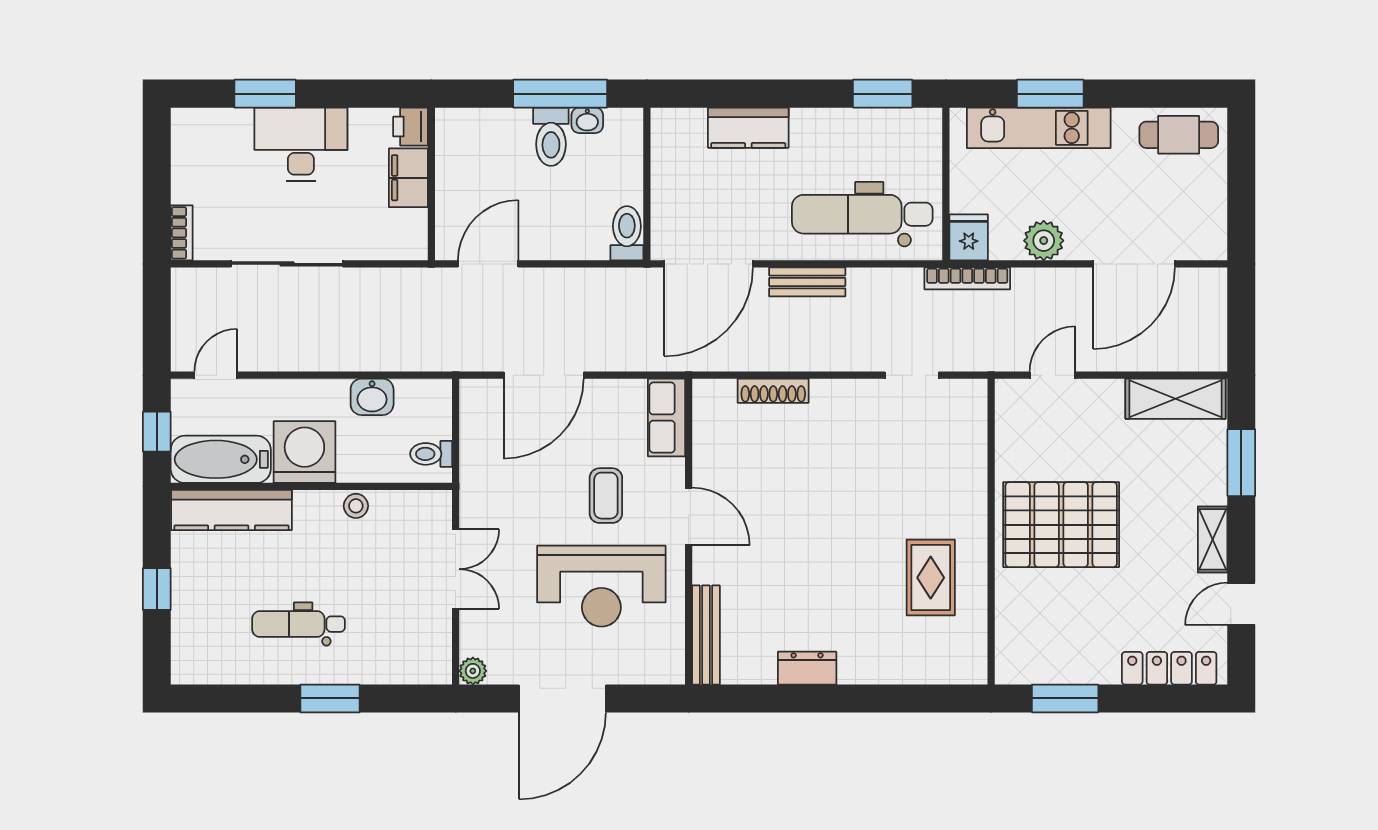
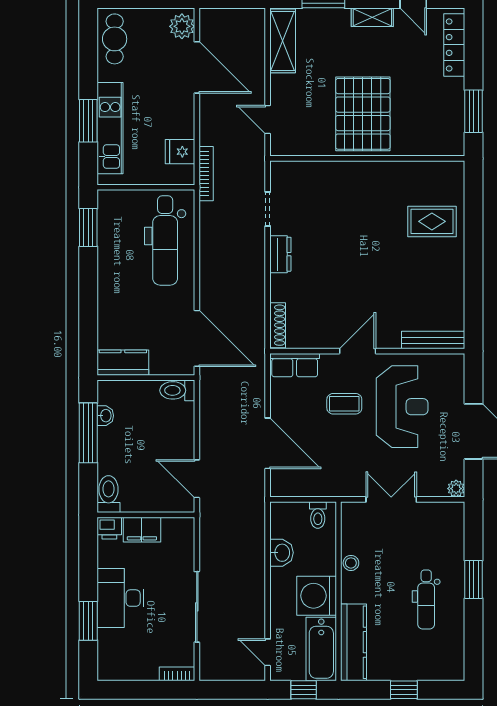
kitchen counter: (748, 128) -> (123, 363), moved, turned -90
toilet: (551, 137) -> (109, 494), moved, turned -90
fridge: (969, 237) -> (180, 152), moved
plant: (1044, 241) -> (182, 26), moved
bench: (807, 282) -> (208, 276), removed
shoe rack: (773, 391) -> (278, 325), moved
rug: (931, 578) -> (432, 221), moved
dresser: (807, 668) -> (280, 254), moved, turned 180

